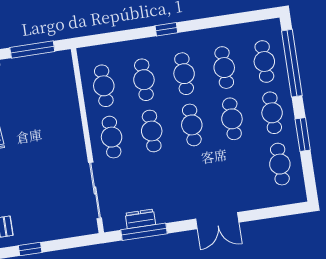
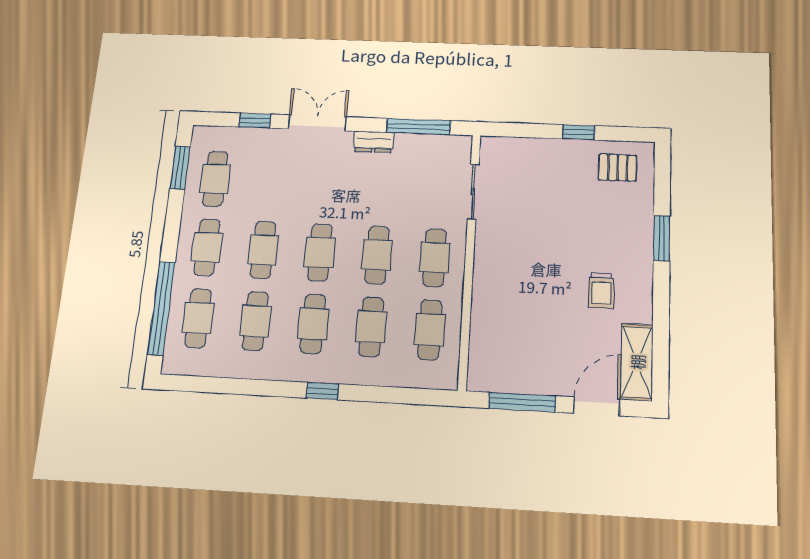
window: (303, 135) -> (180, 168), moved
sliding door: (95, 190) -> (473, 191), width x0.73
window: (263, 214) -> (255, 121), added
dresser: (140, 219) -> (374, 142), moved

